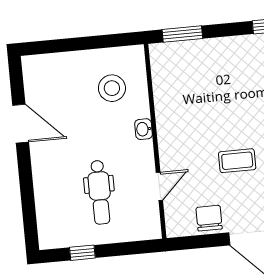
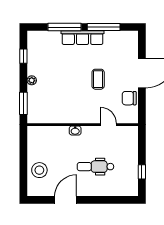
plant: (224, 45) -> (32, 80), added
stool: (112, 88) -> (39, 170), moved
dental chair: (100, 192) -> (96, 167), moved, turned 180

